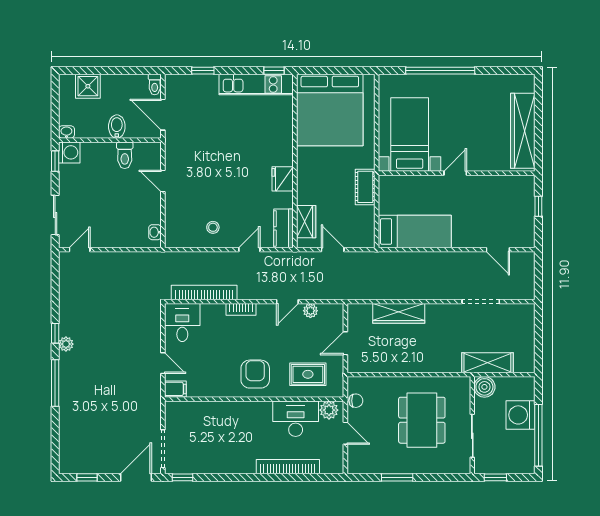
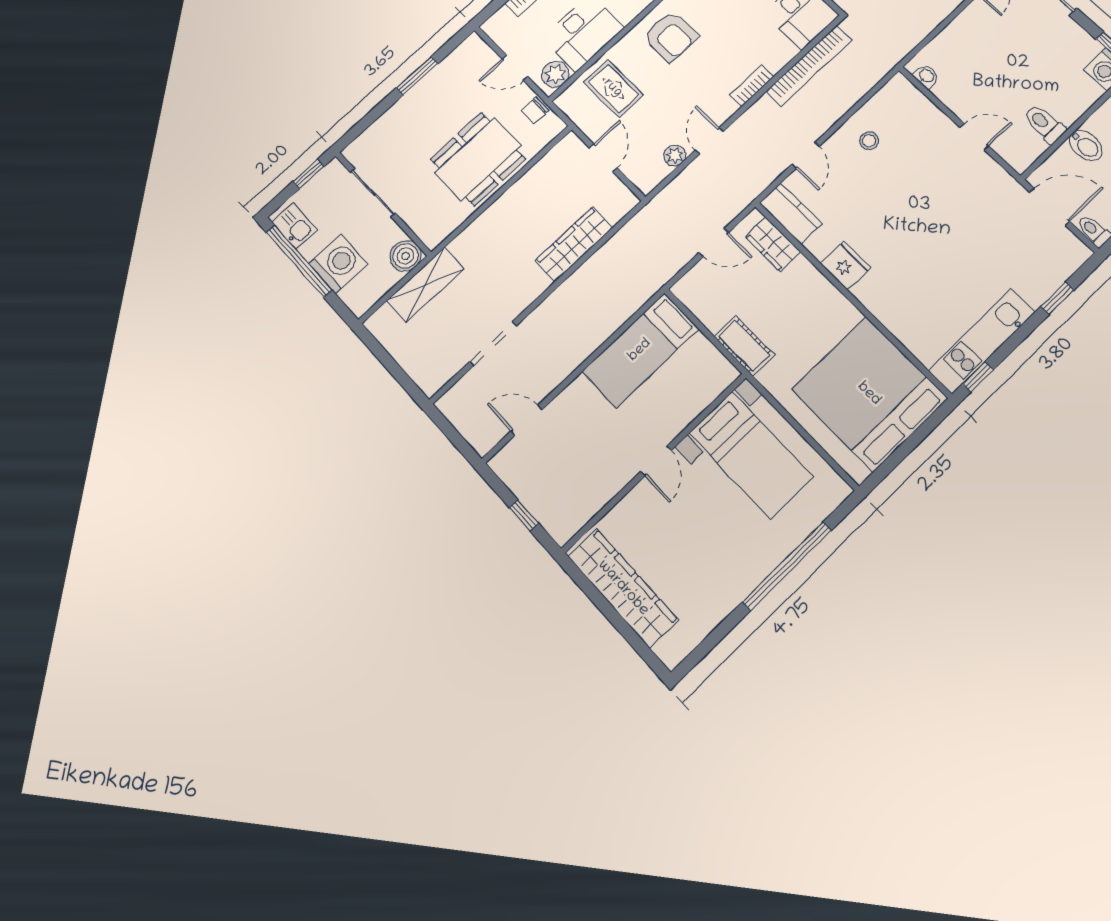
rug: (308, 374) -> (613, 88), turned 90
dining table: (422, 420) -> (478, 159), moved, turned 90
kitchen sink: (525, 456) -> (294, 226), added

